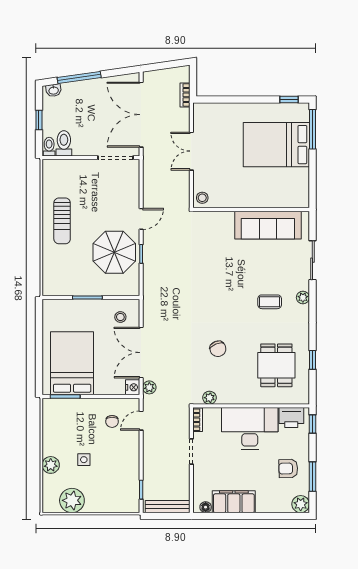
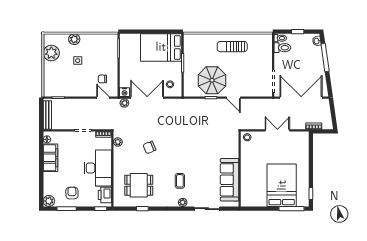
bed: (72, 363) -> (161, 47), moved, turned 180

